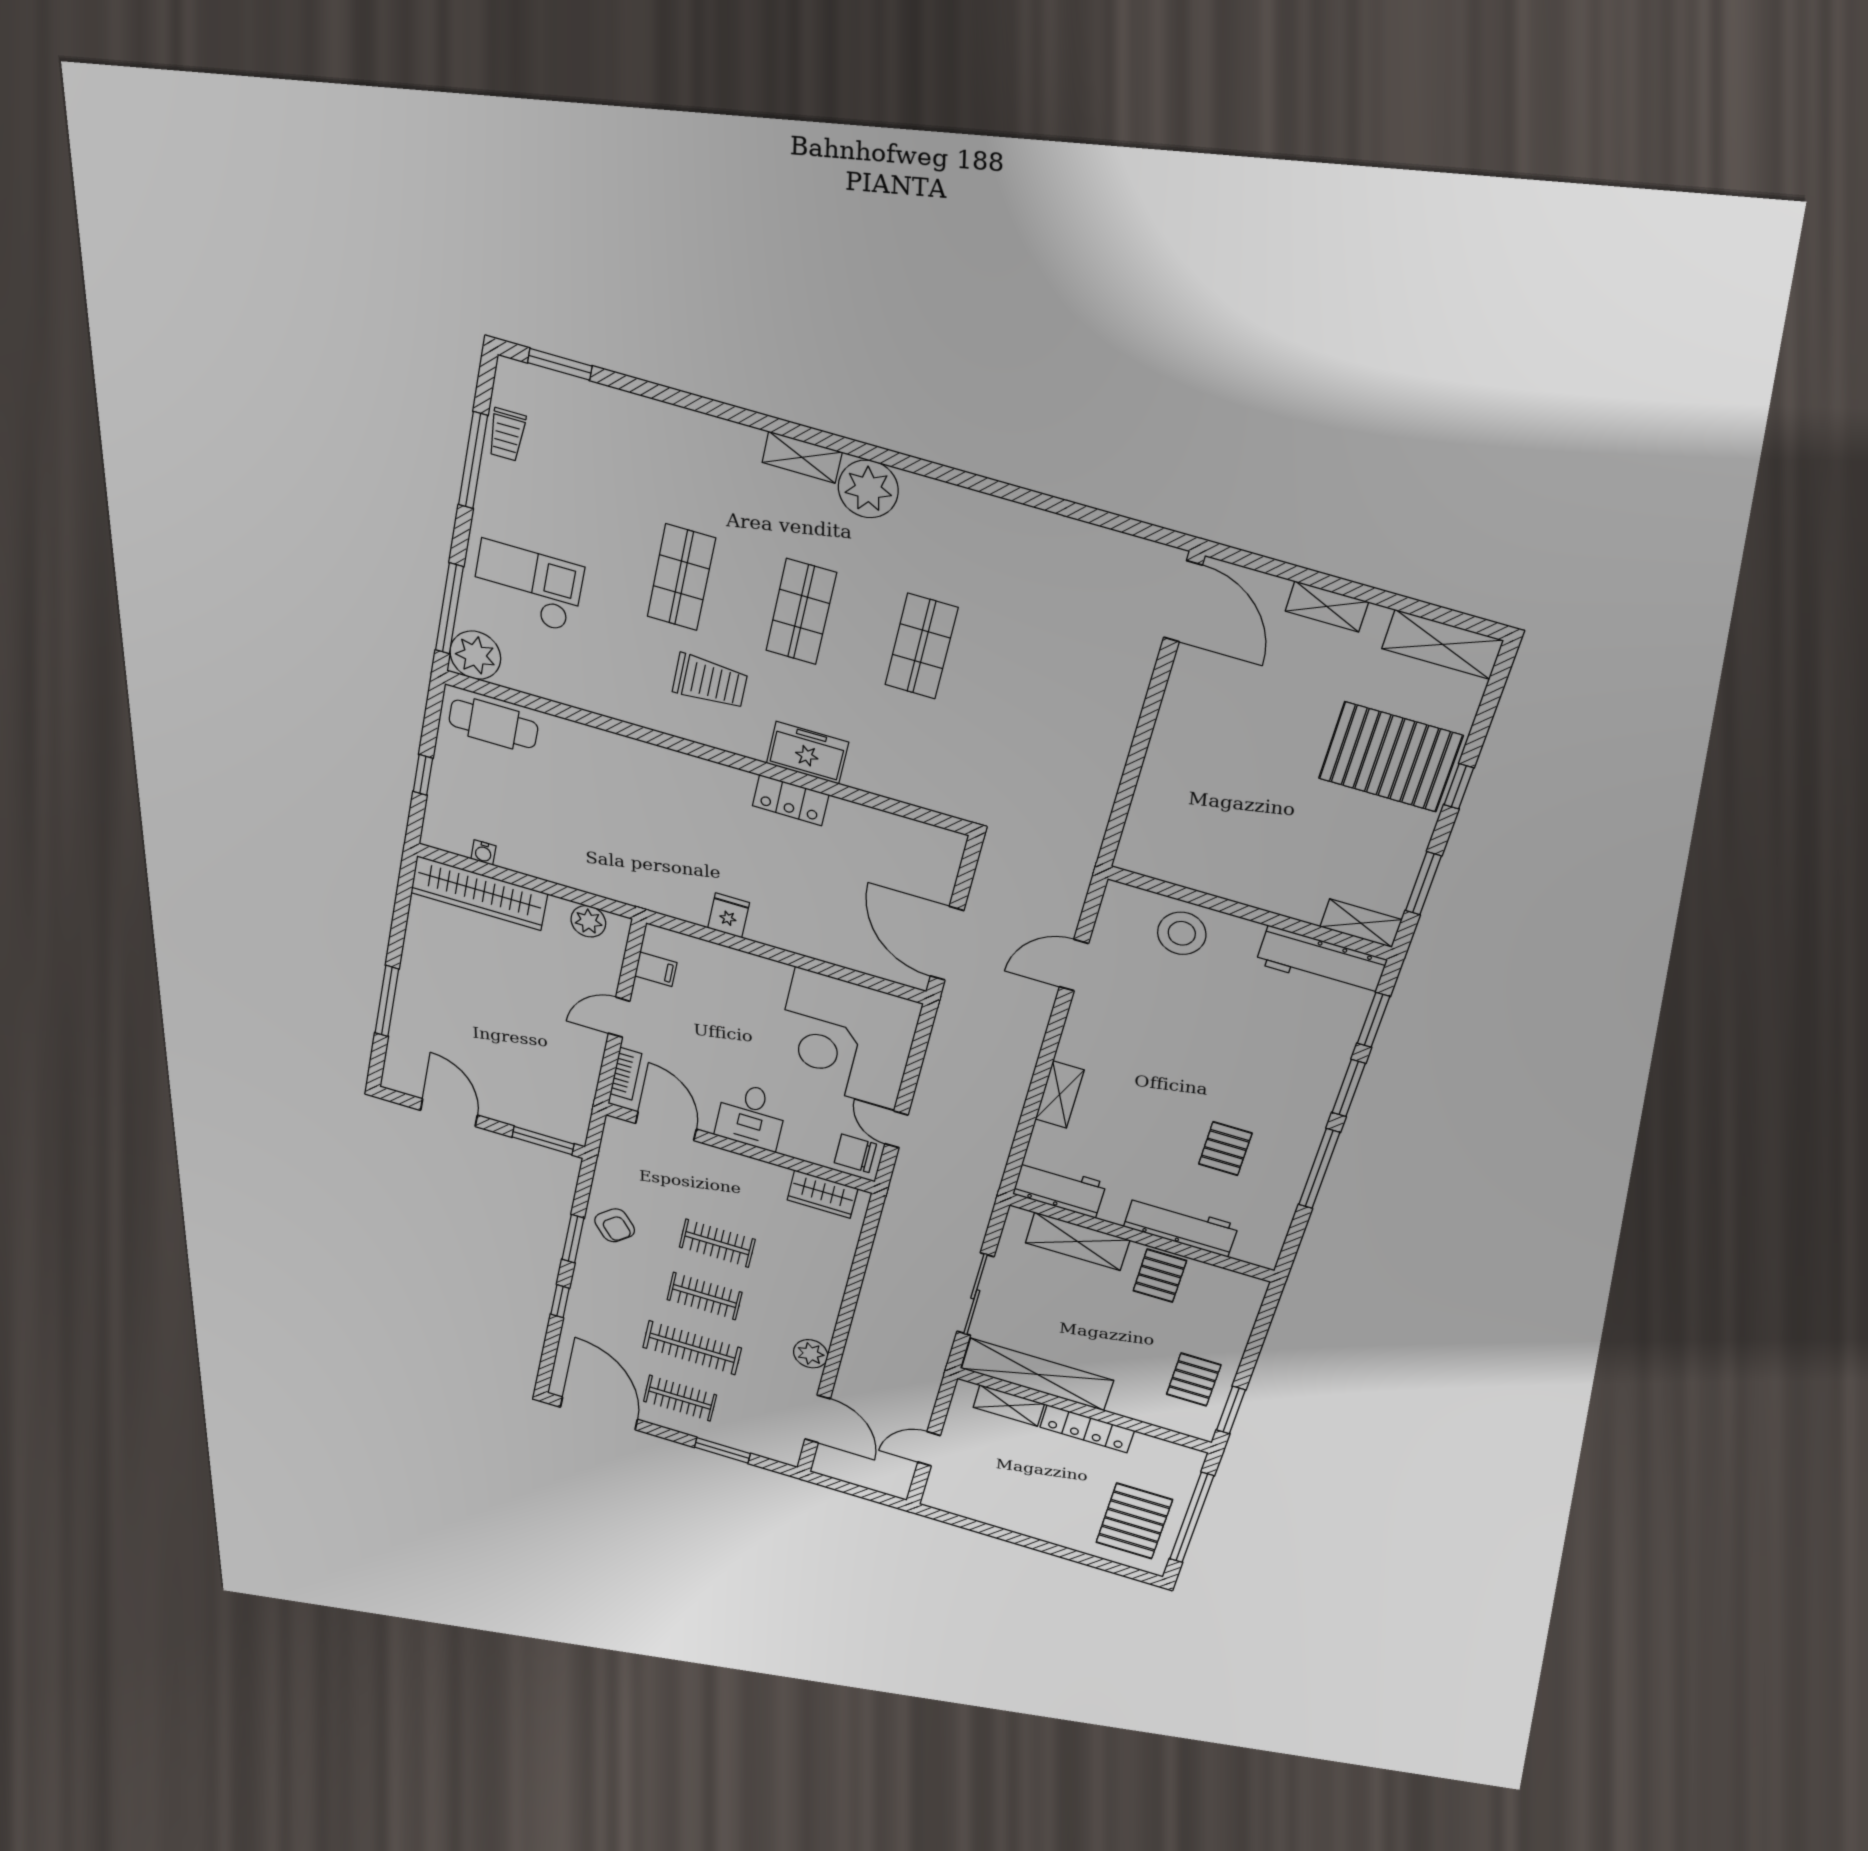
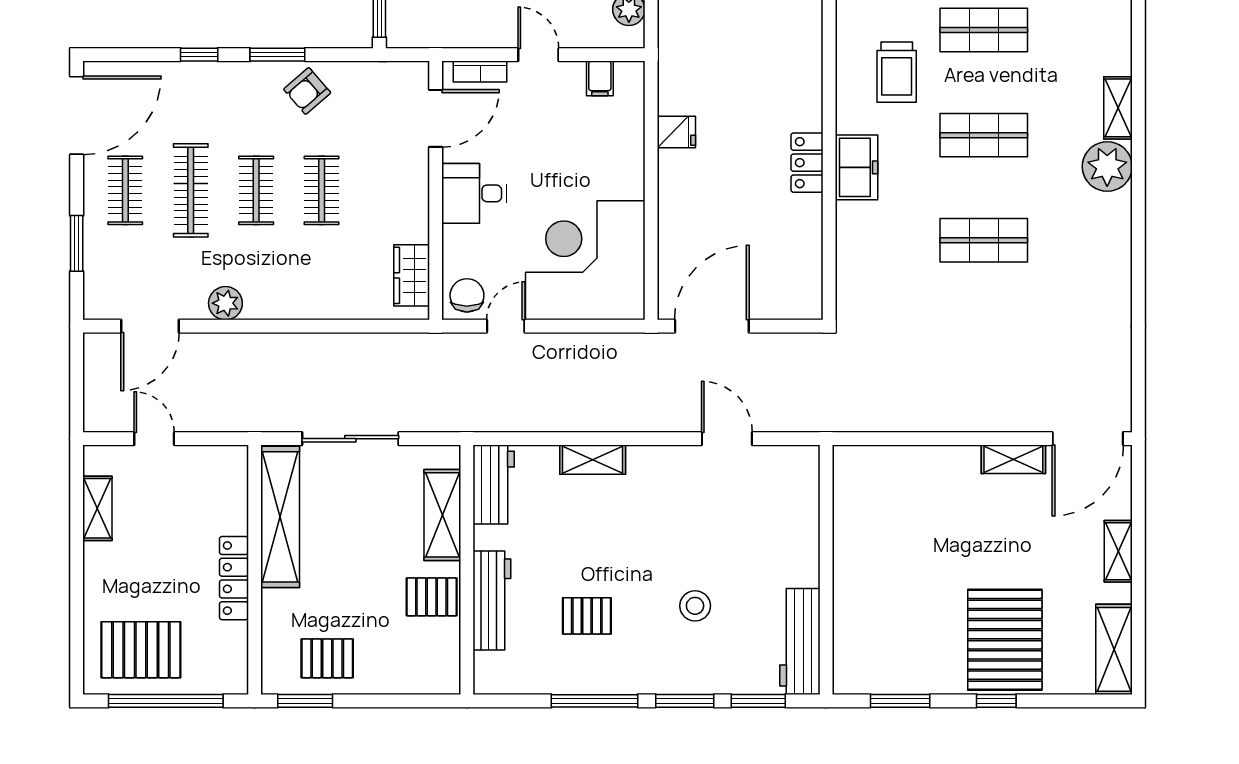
shelving: (1361, 923) -> (1013, 459), moved, turned 90
stool: (1182, 933) -> (695, 606), moved, width x0.73, depth x0.73
shelving: (1009, 1406) -> (97, 508), moved

